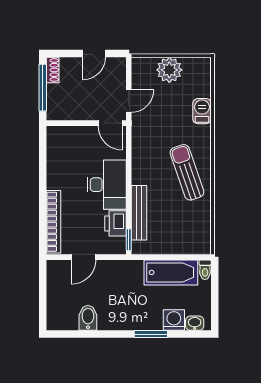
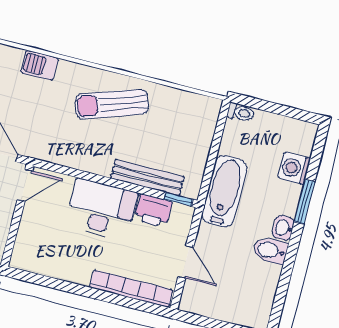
bathtub: (171, 272) -> (224, 191), moved
bidet: (88, 318) -> (270, 250), moved
washbasin: (195, 323) -> (283, 228), moved

